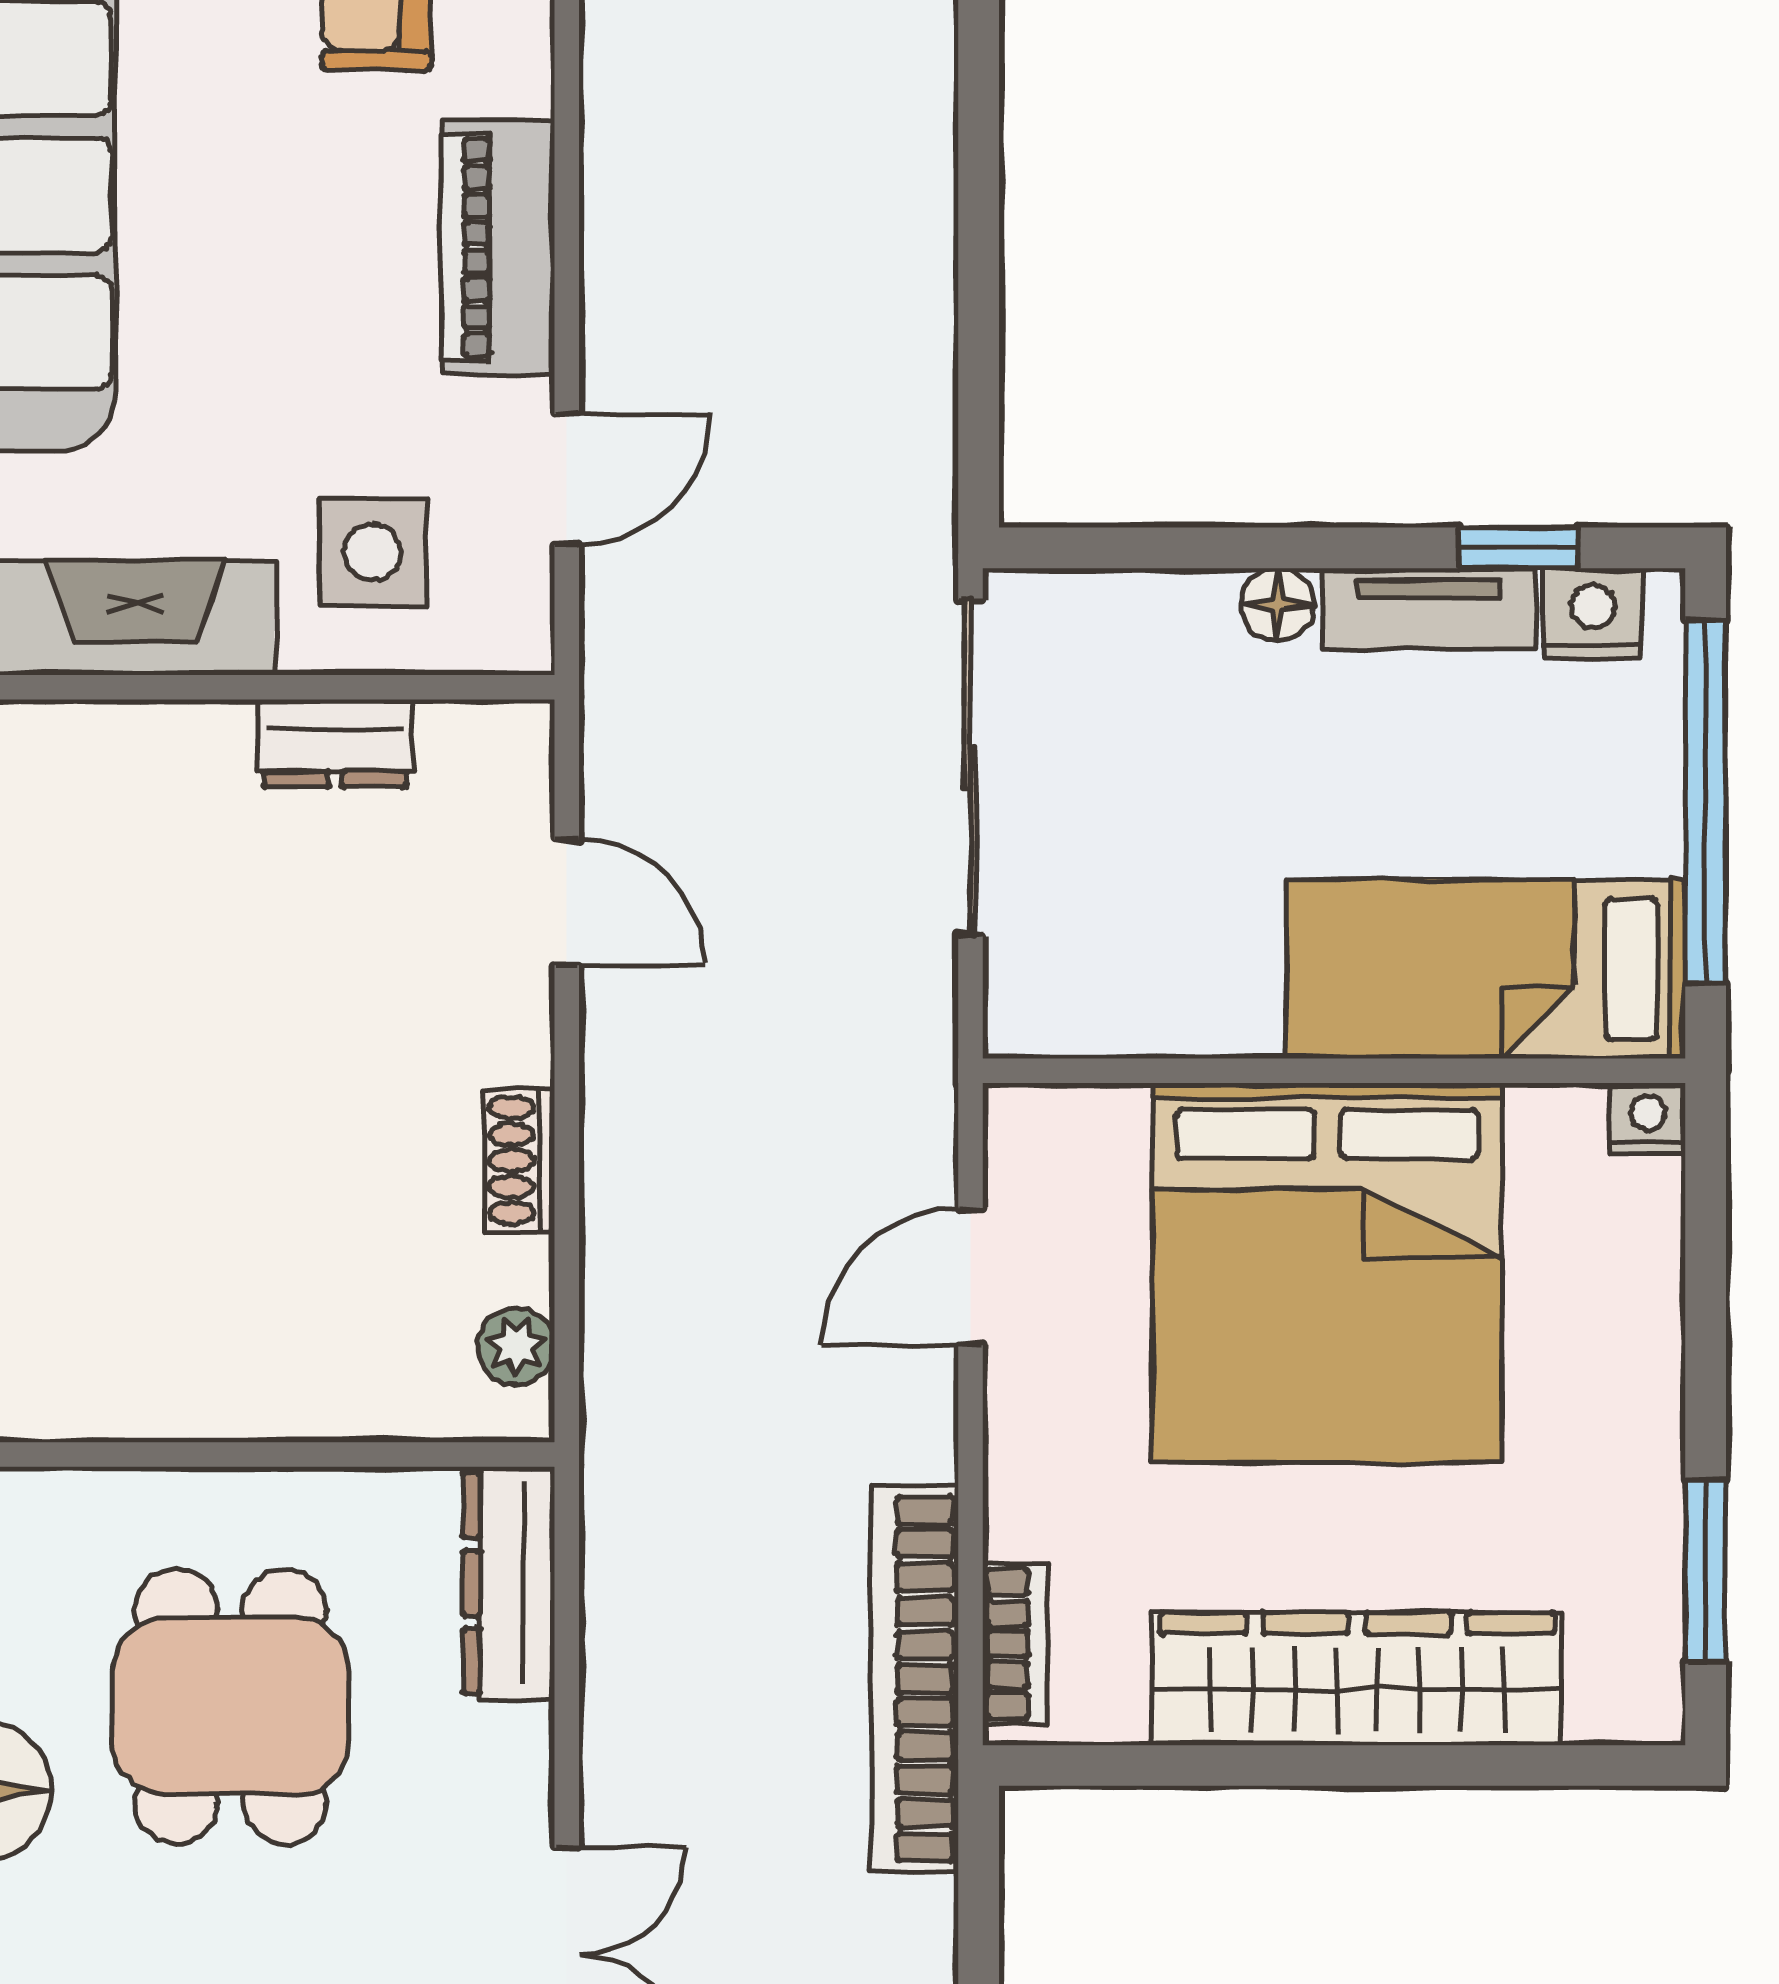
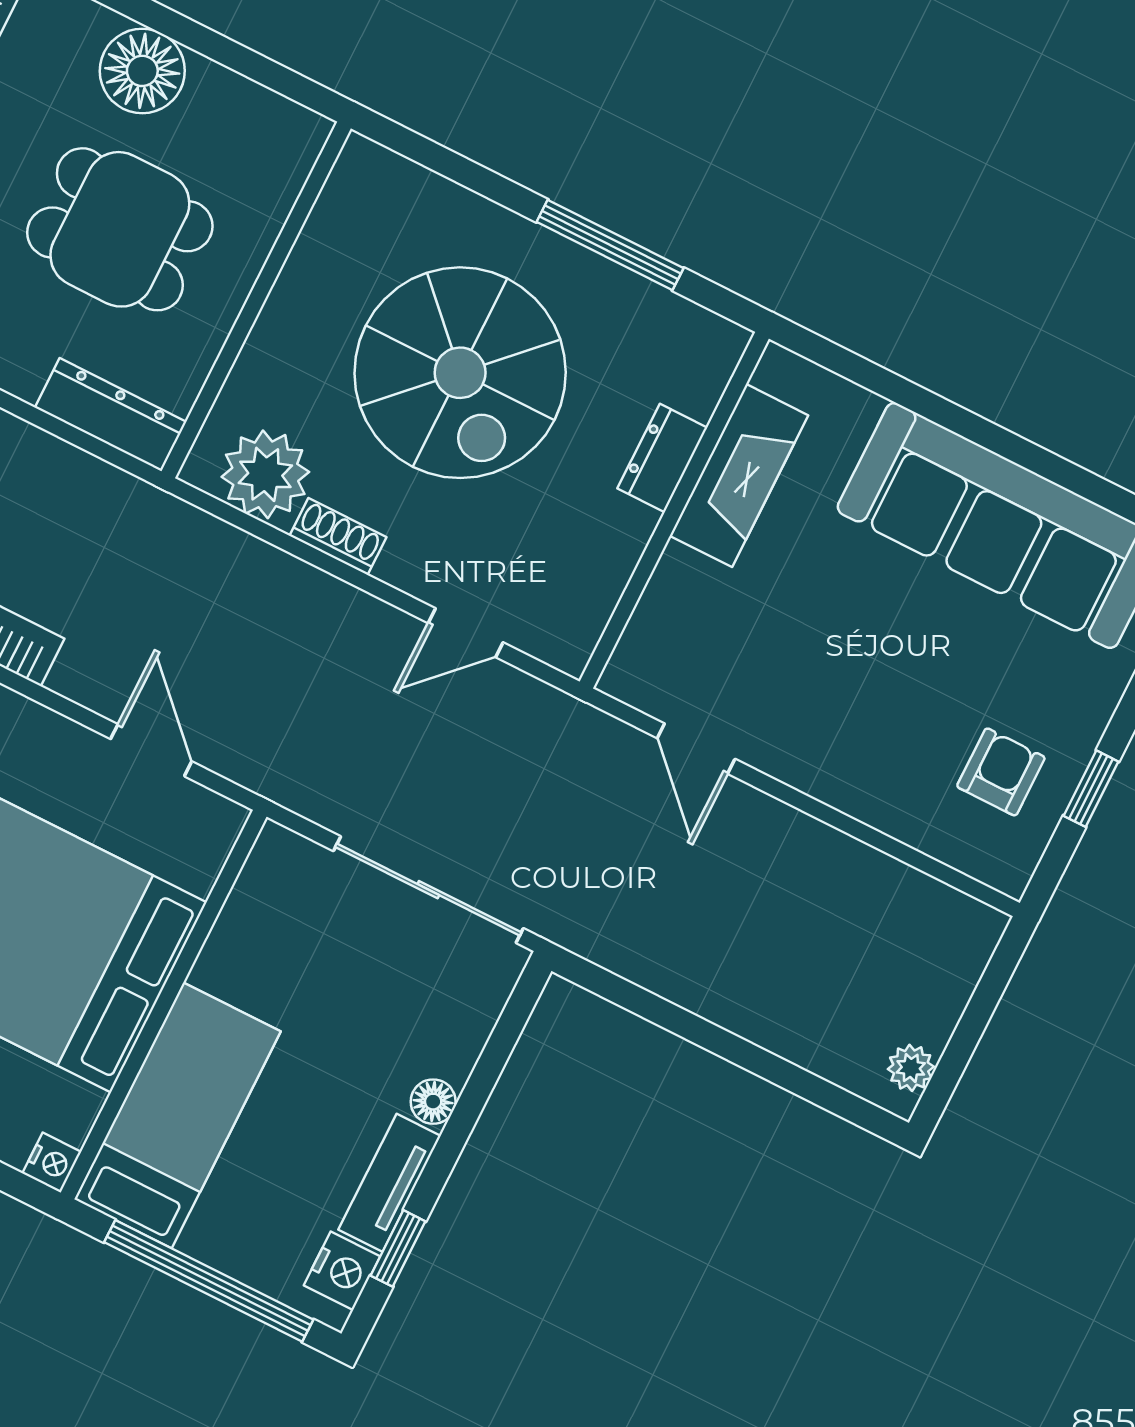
piano: (498, 248) -> (841, 775), removed
side table: (373, 552) -> (710, 623), removed
dresser: (335, 743) -> (662, 458), moved
spiral stairs: (190, 1102) -> (460, 373), added
plant: (516, 1346) -> (265, 474), width x1.88, depth x1.88

